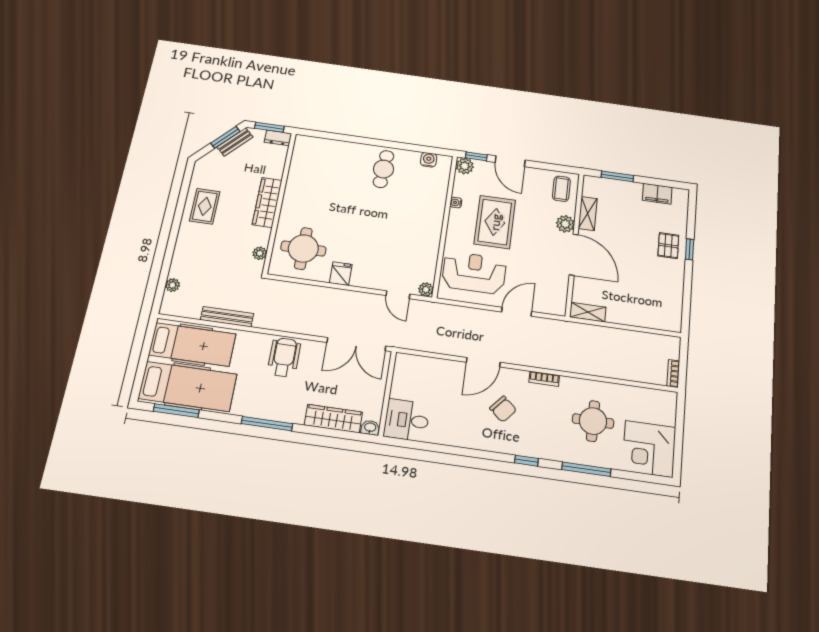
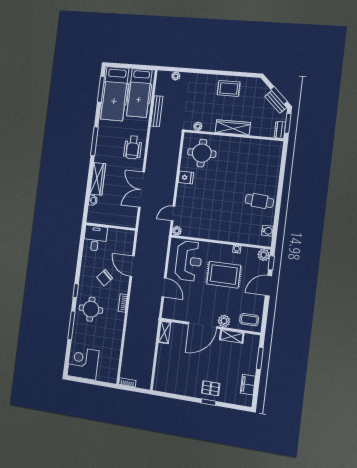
wheelchair: (284, 357) -> (133, 147), turned 90
wall: (387, 393) -> (111, 226), moved
desk: (407, 420) -> (95, 238), moved
round table: (593, 421) -> (91, 309), moved

